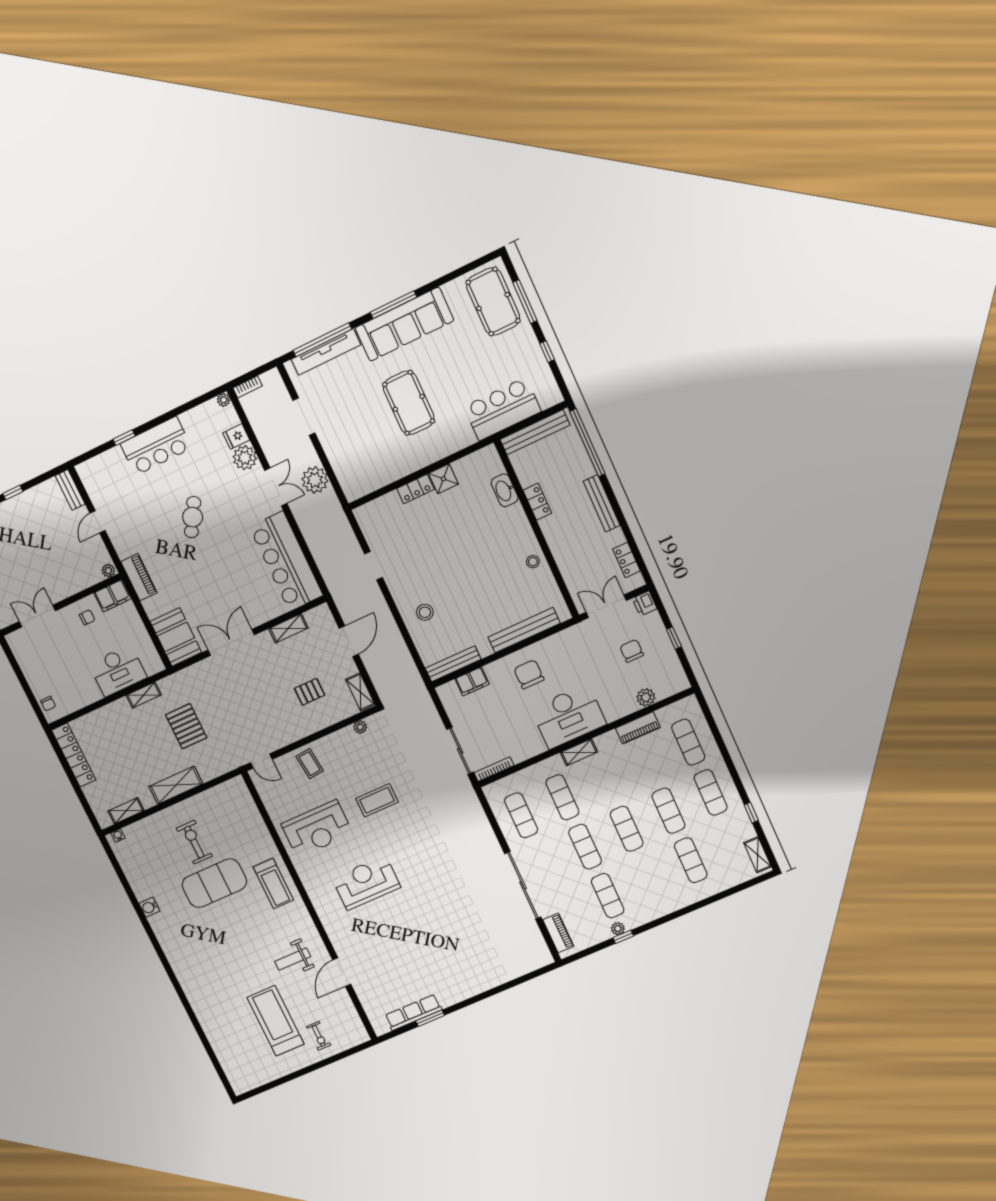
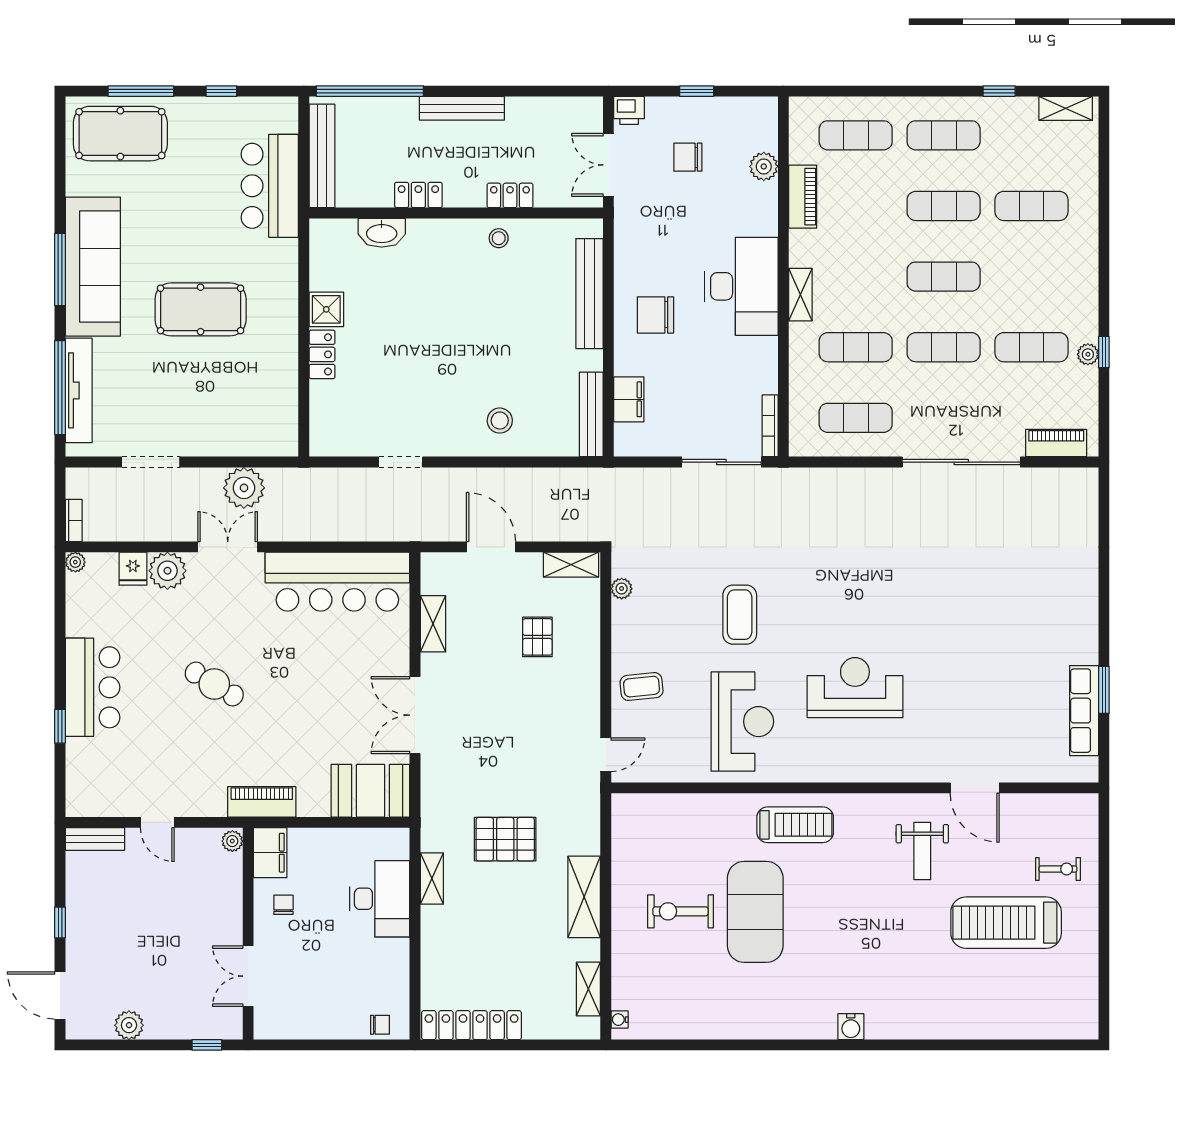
locker: (626, 560) -> (510, 195), moved, turned 180
reception desk: (366, 883) -> (855, 688), turned 90
water cooler: (149, 907) -> (851, 1027), moved

